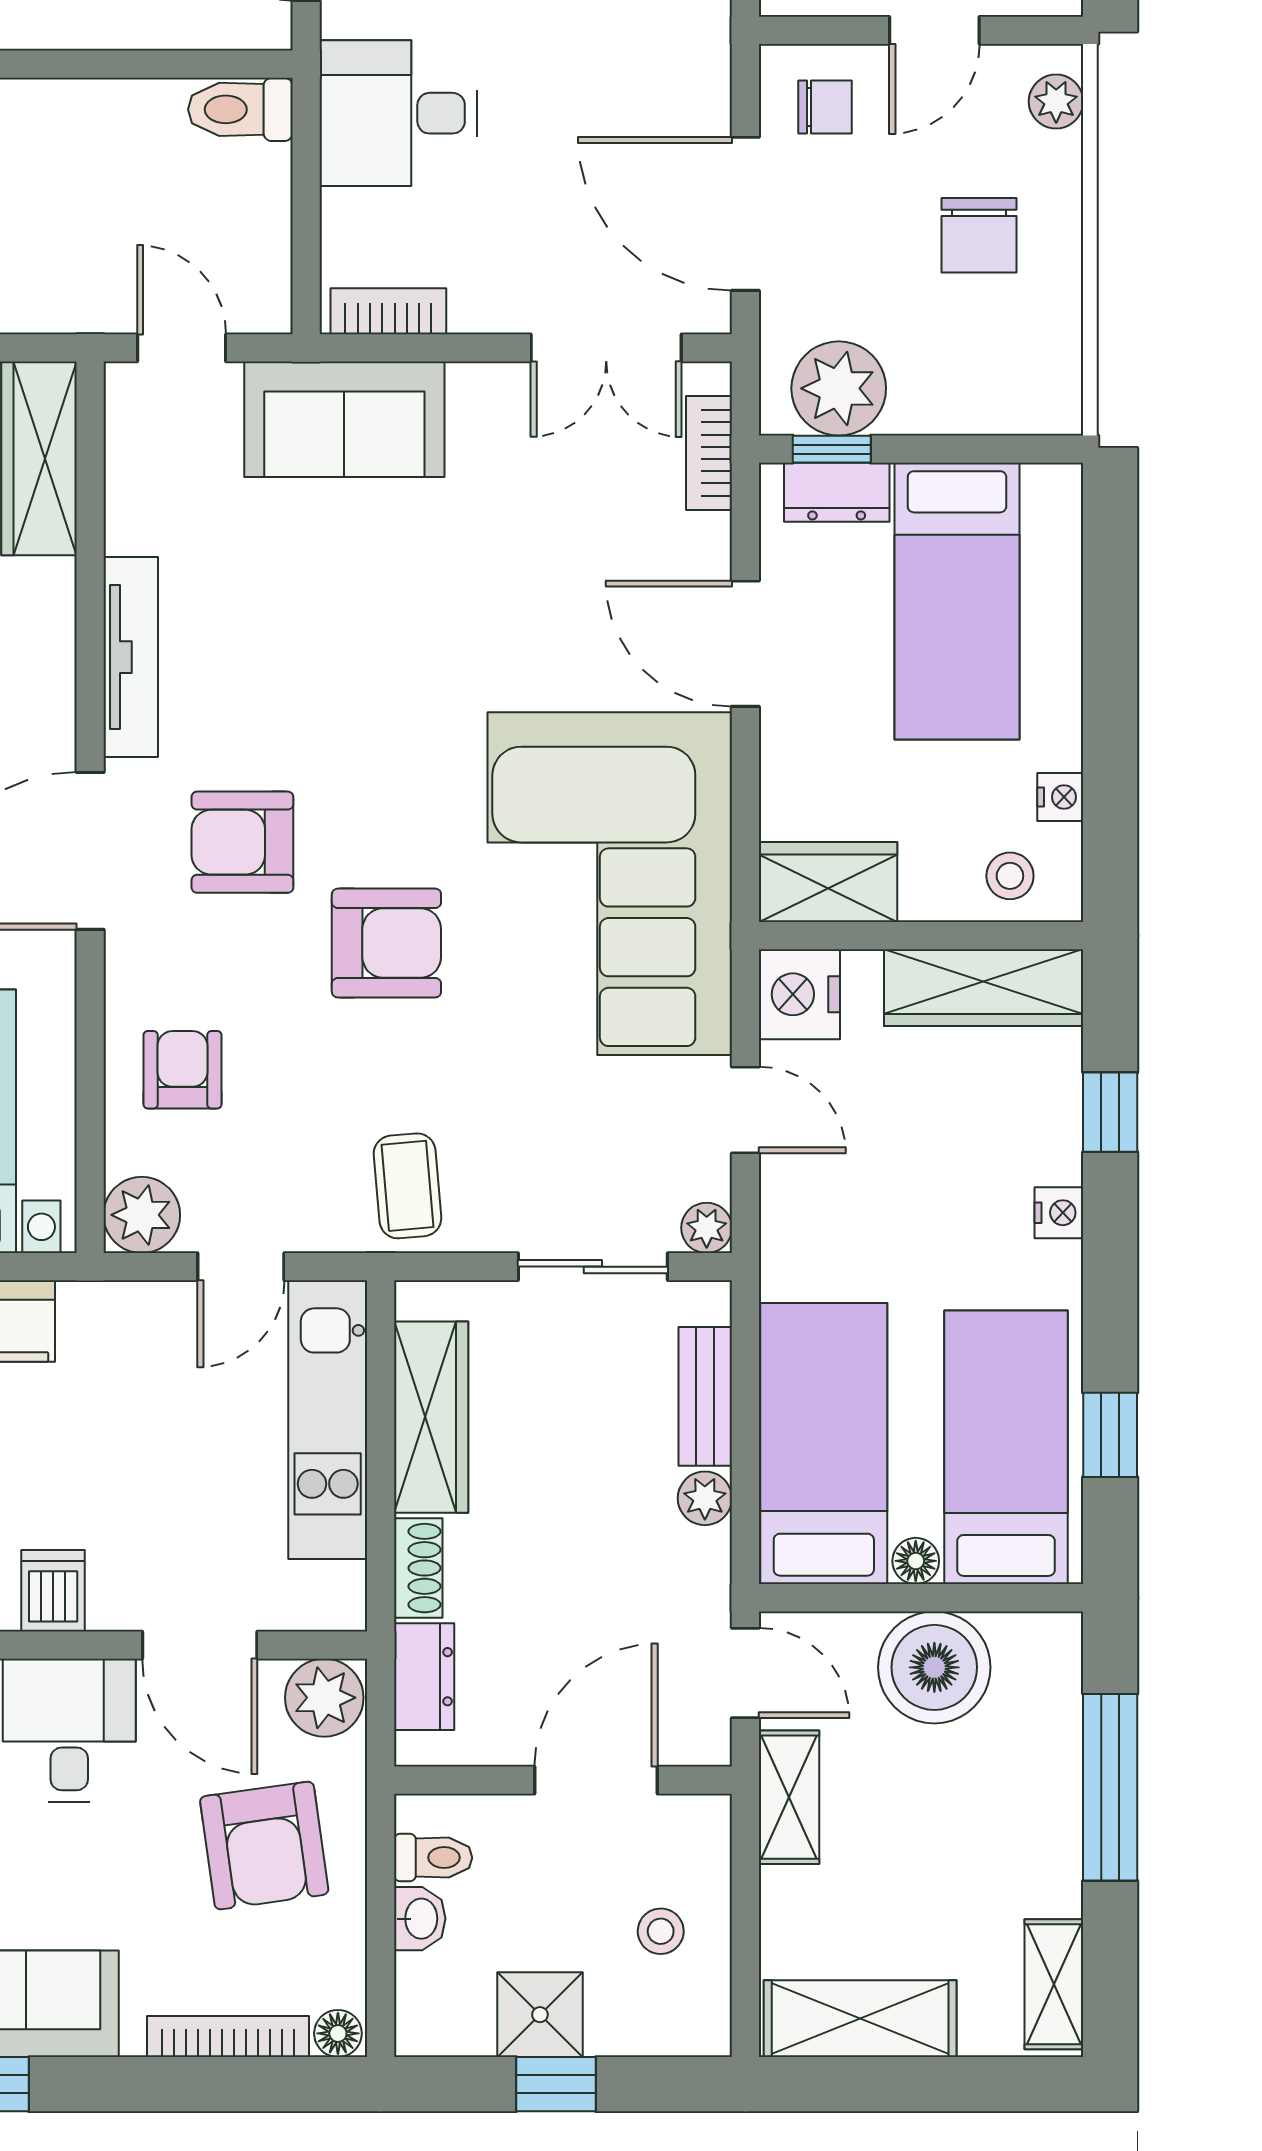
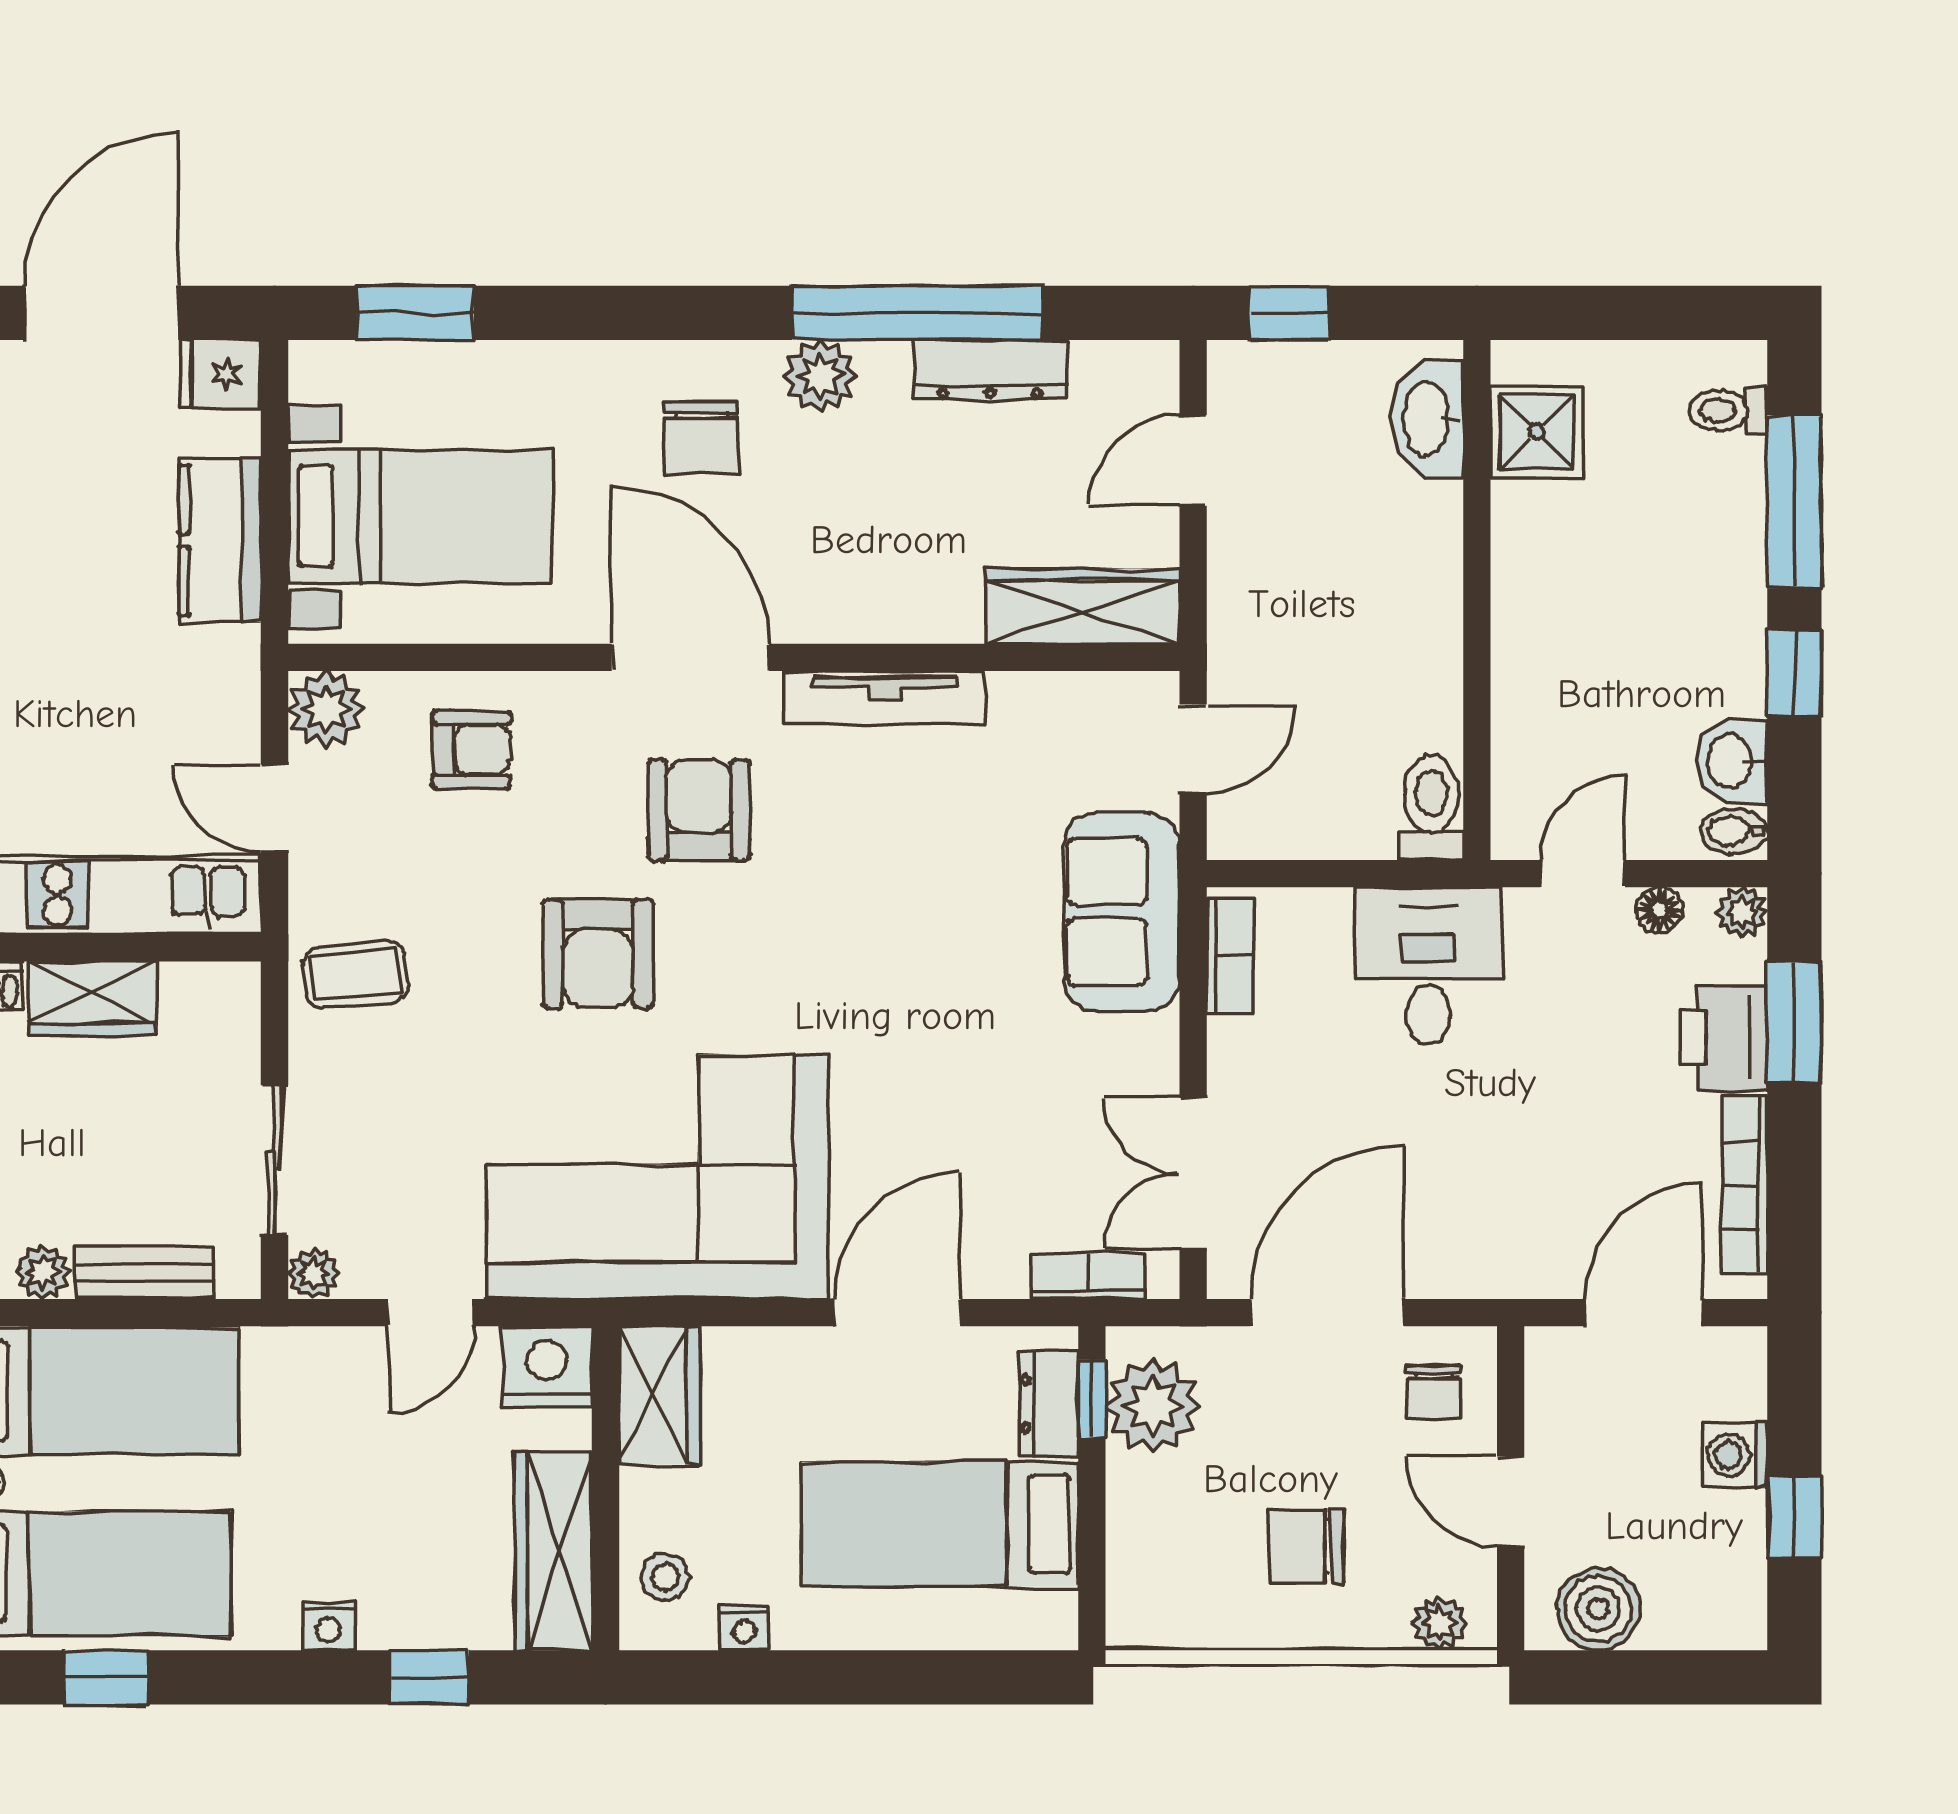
wardrobe: (431, 1417) -> (92, 998), width x0.67

